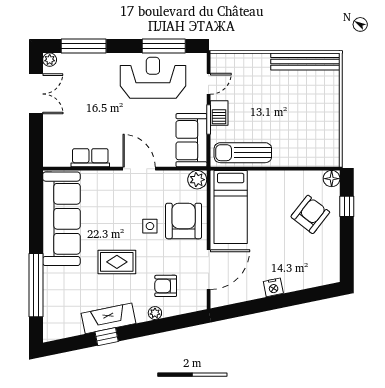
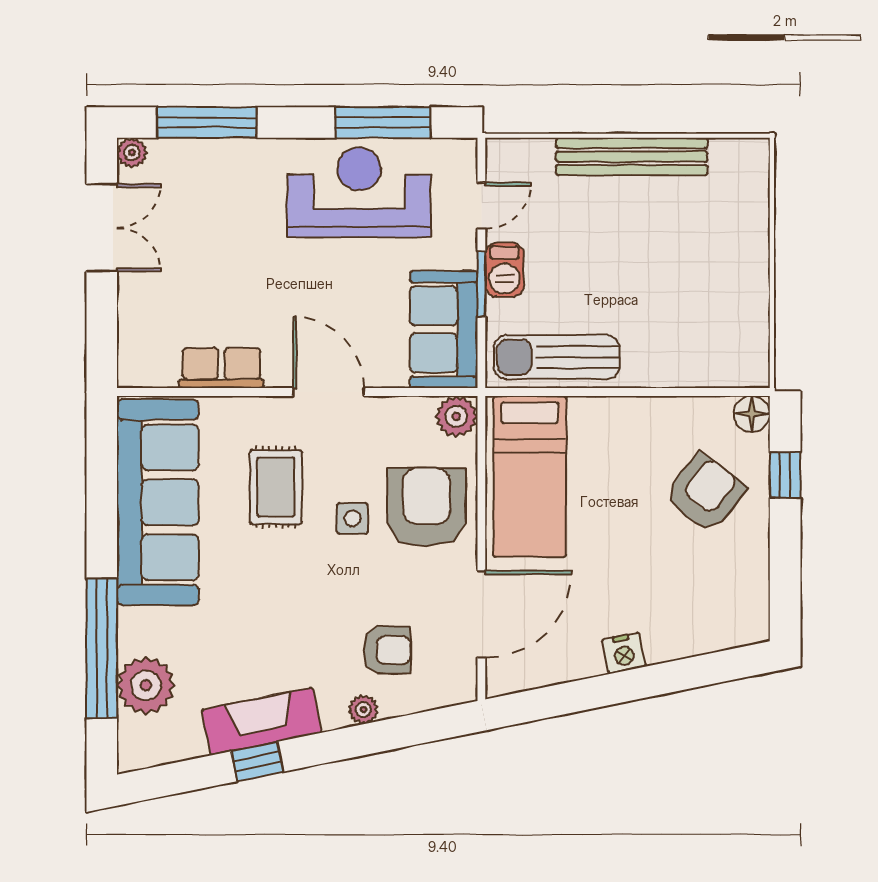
bench: (305, 61) -> (632, 156), moved
rug: (117, 262) -> (276, 487), moved, turned 90
armchair: (166, 286) -> (387, 650), turned 180
plant: (56, 302) -> (146, 685), added

